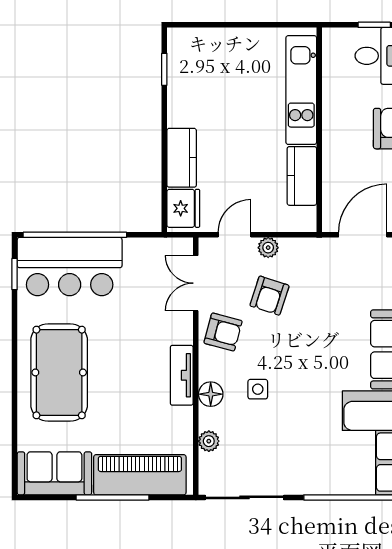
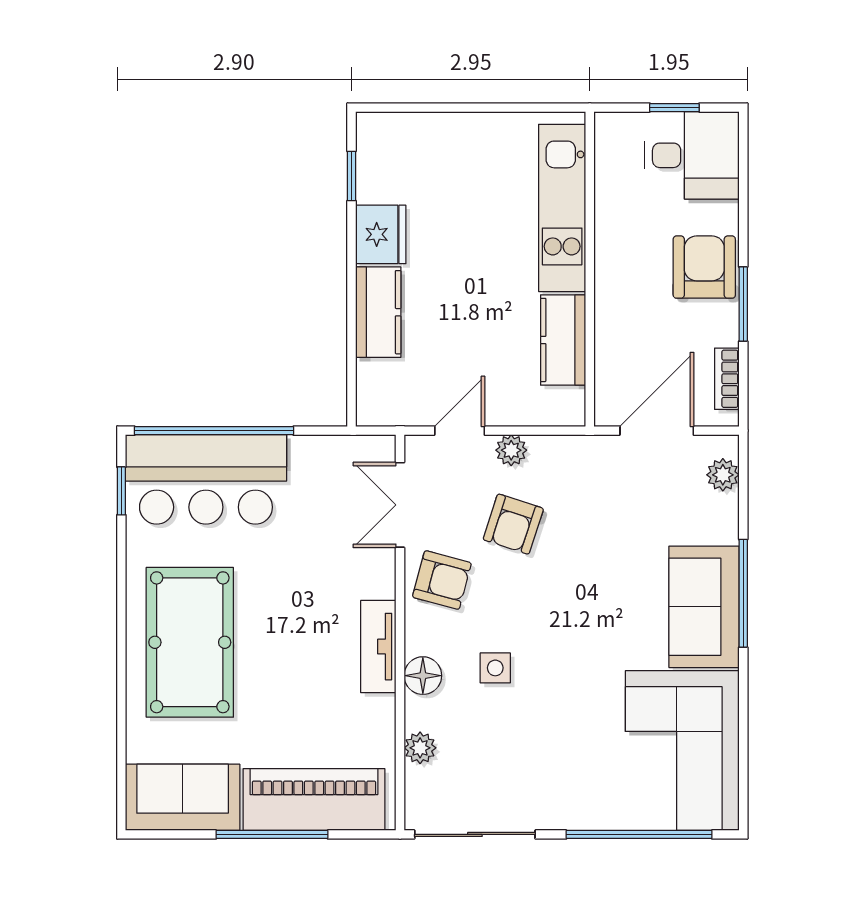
fridge: (183, 208) -> (381, 234), moved

